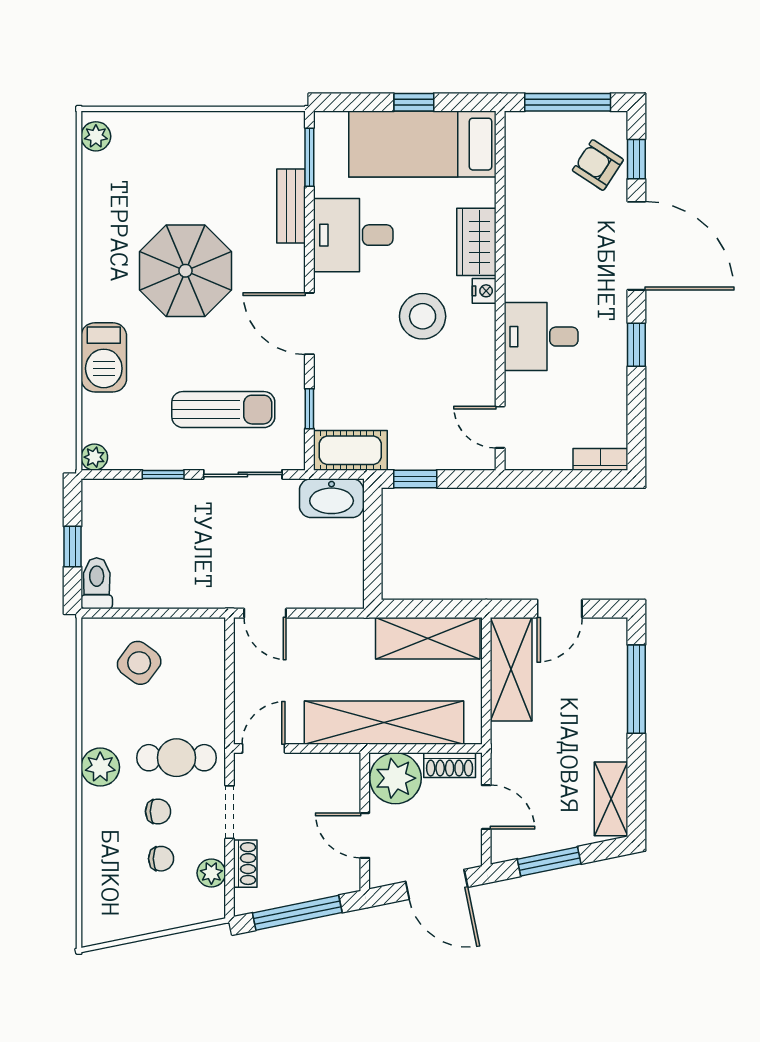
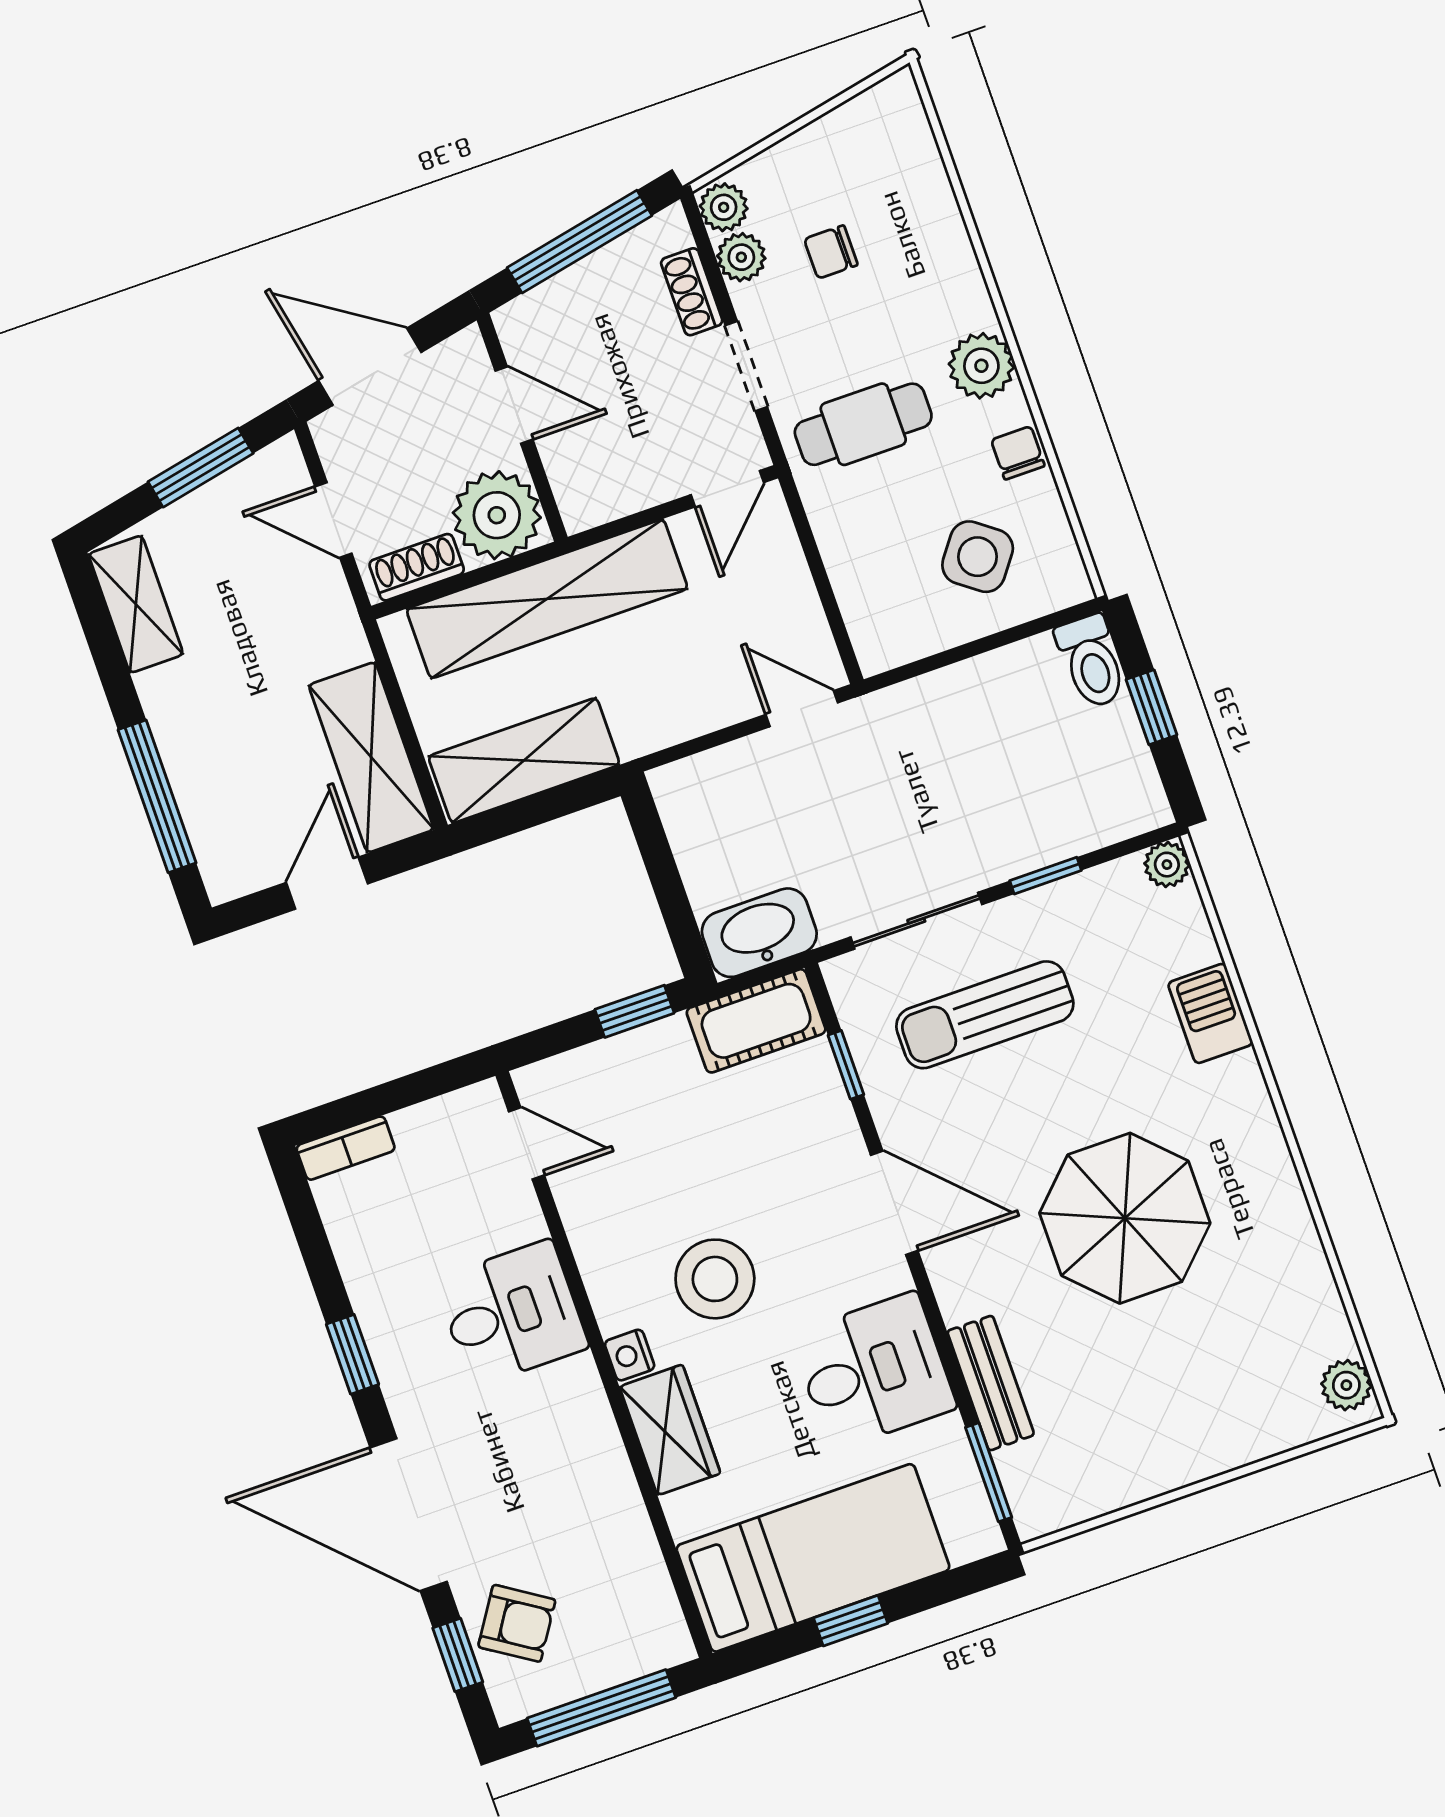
barbecue: (104, 357) -> (1210, 1013), width x0.73, depth x0.79
chair: (158, 811) -> (1018, 453), moved, turned 90
plant: (211, 904) -> (724, 207), added

